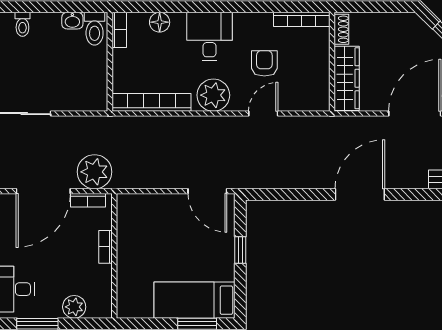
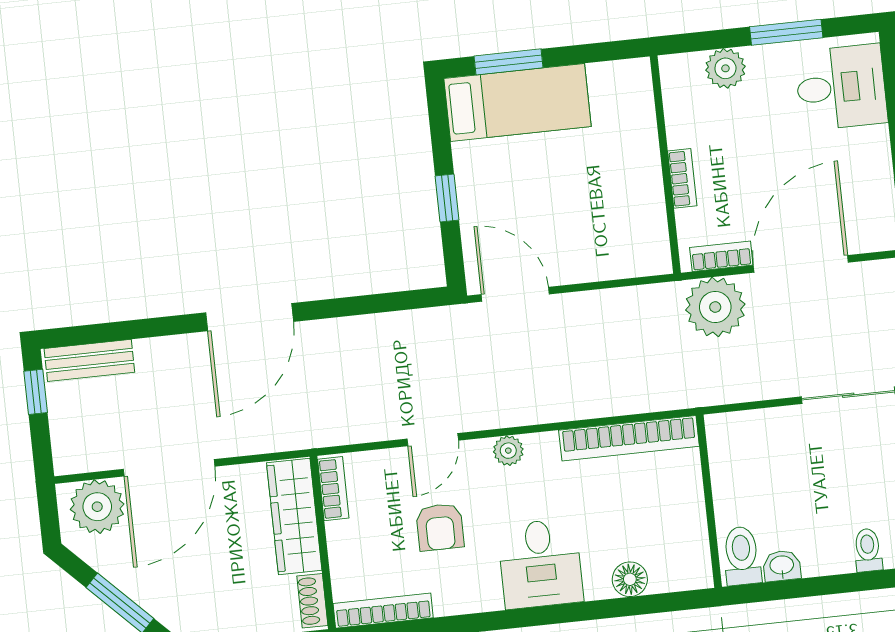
bookcase: (119, 30) -> (333, 489), moved, turned 180
plant: (213, 95) -> (508, 451), width x0.53, depth x0.53

